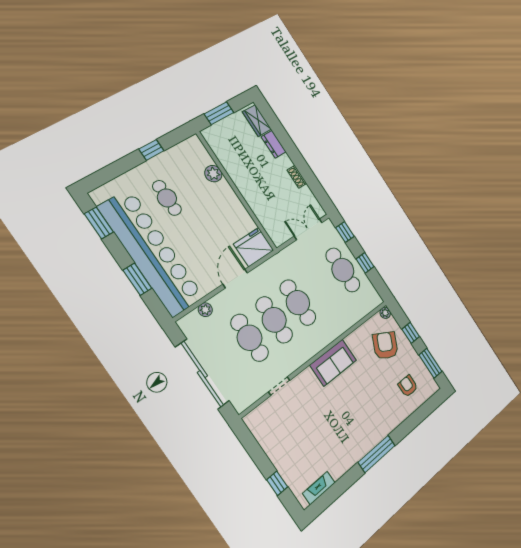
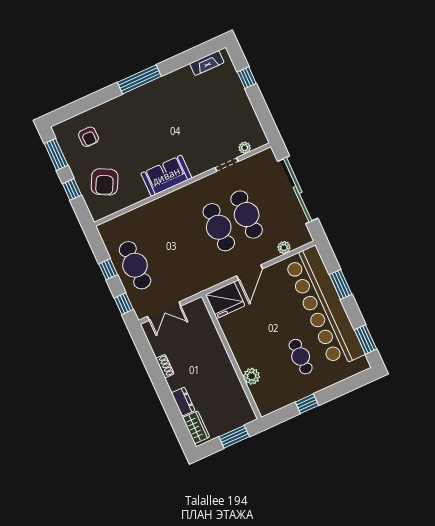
cafe table: (298, 303) -> (191, 240), removed
plant: (385, 313) -> (245, 148), moved

